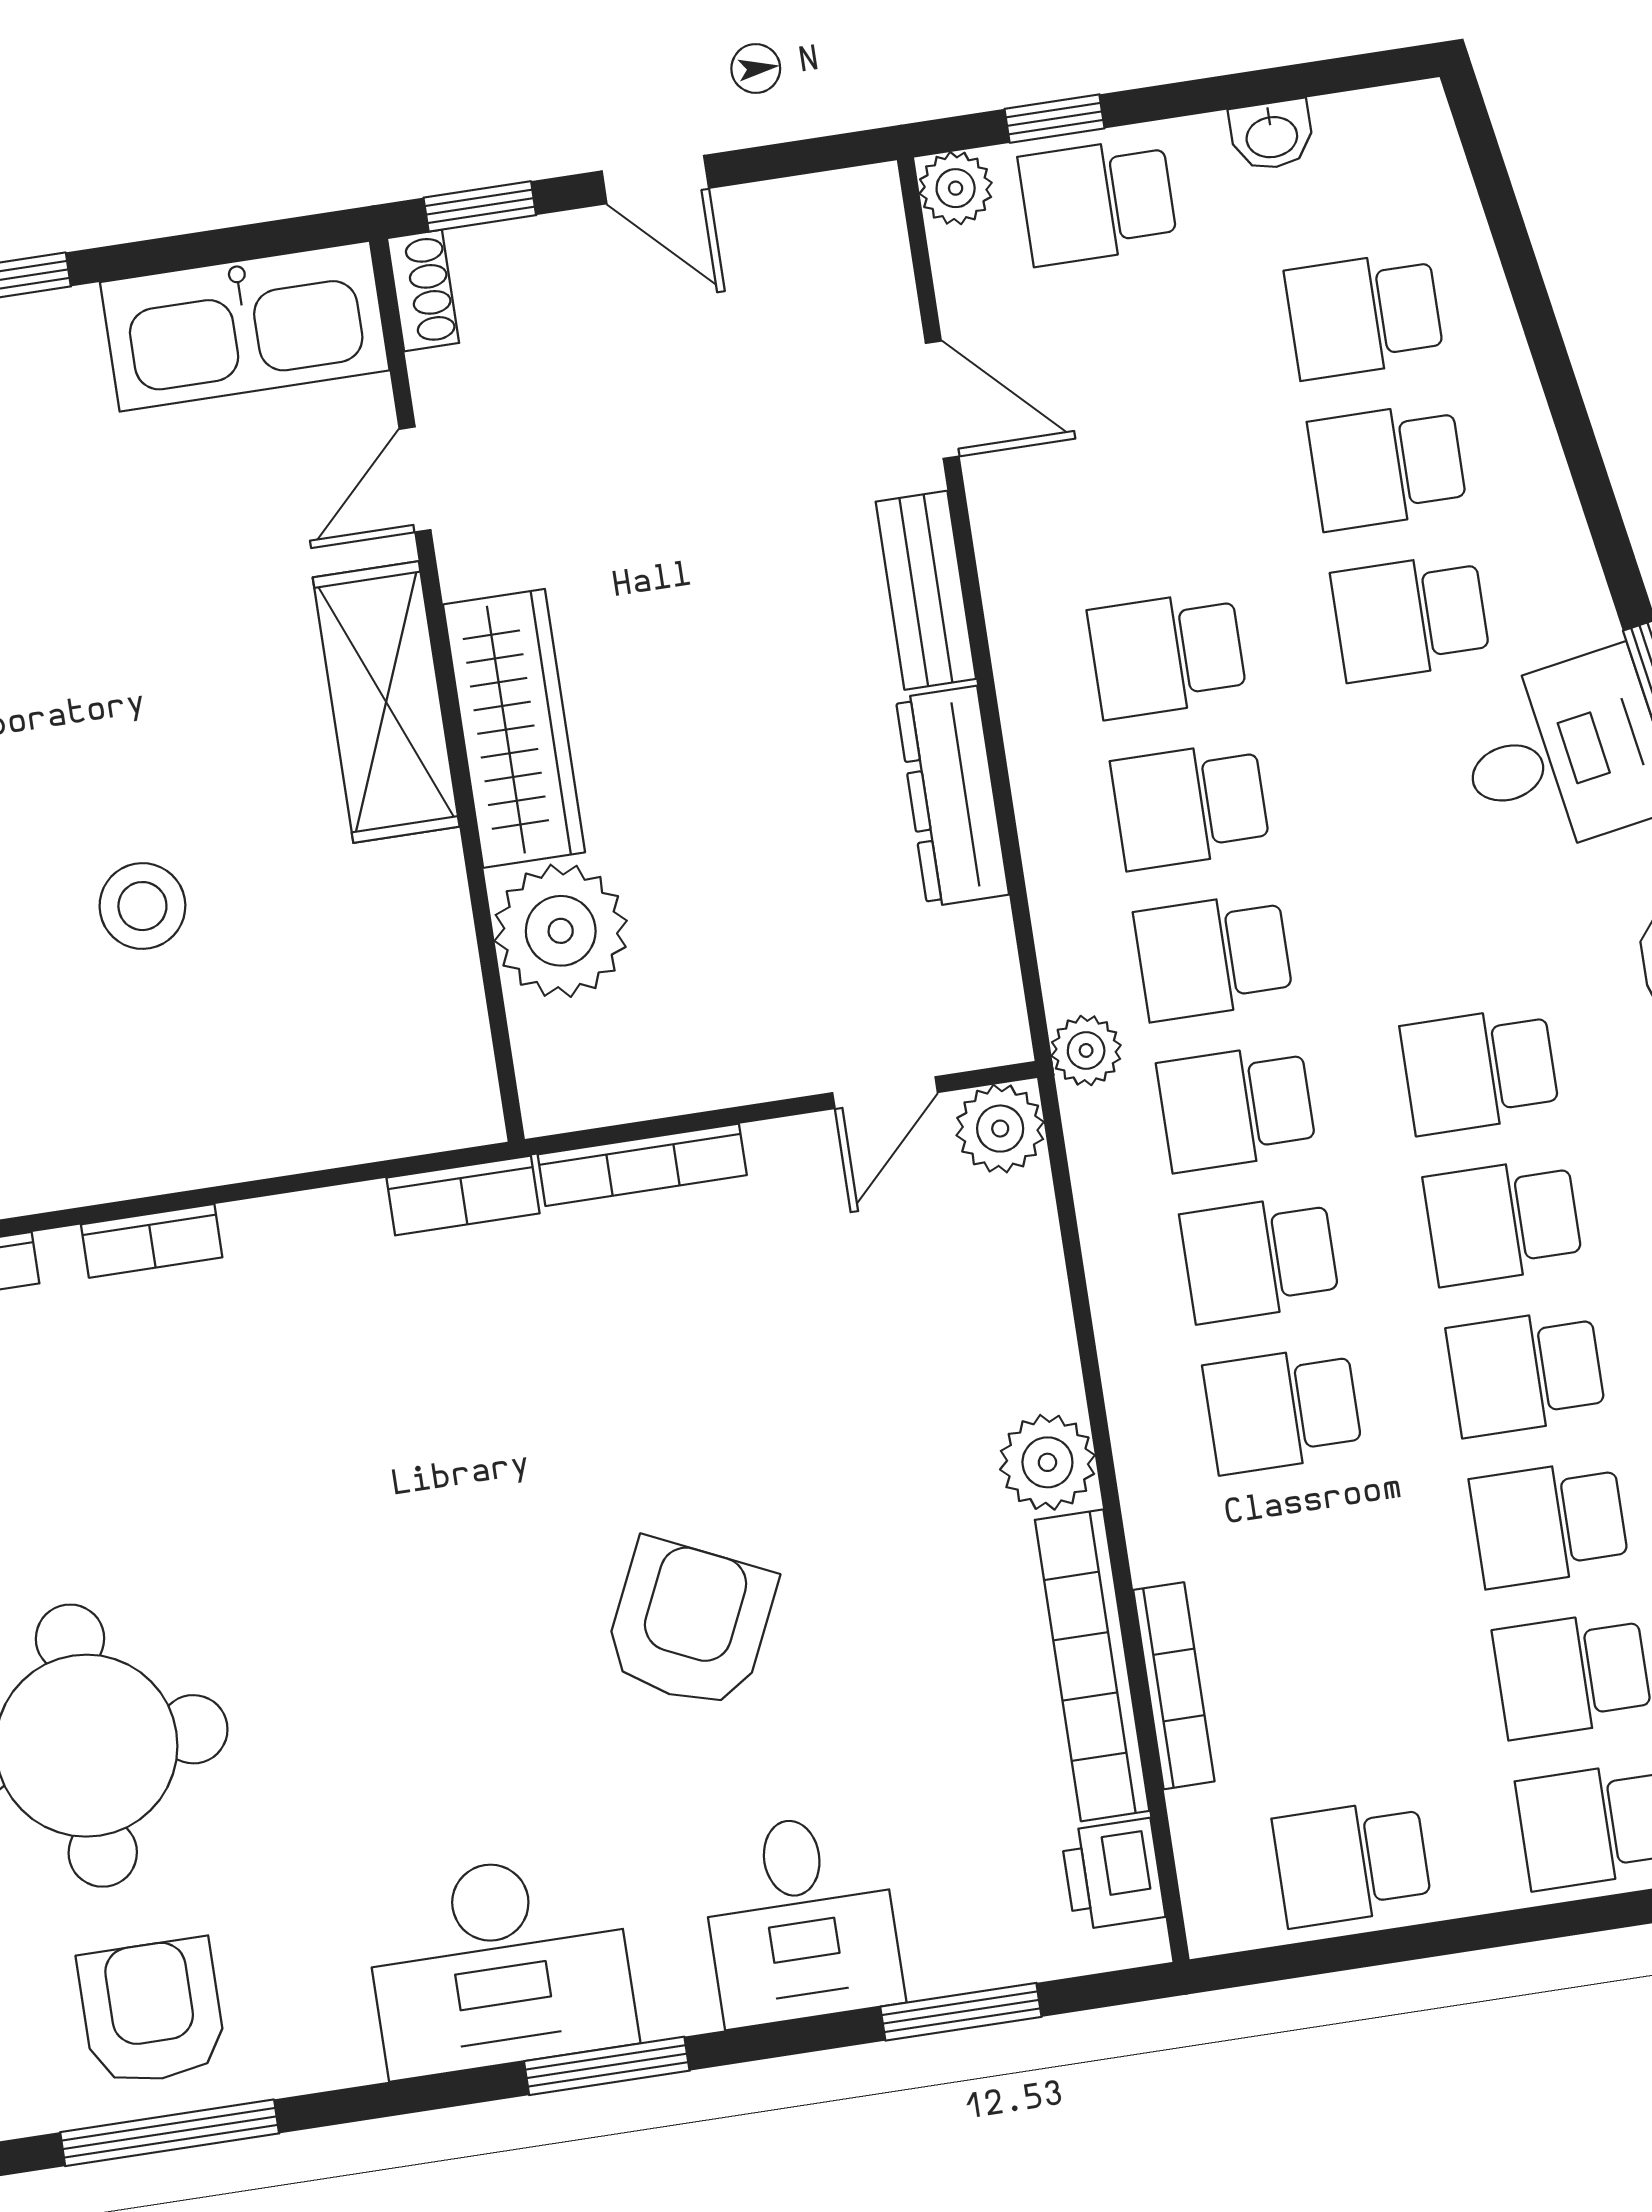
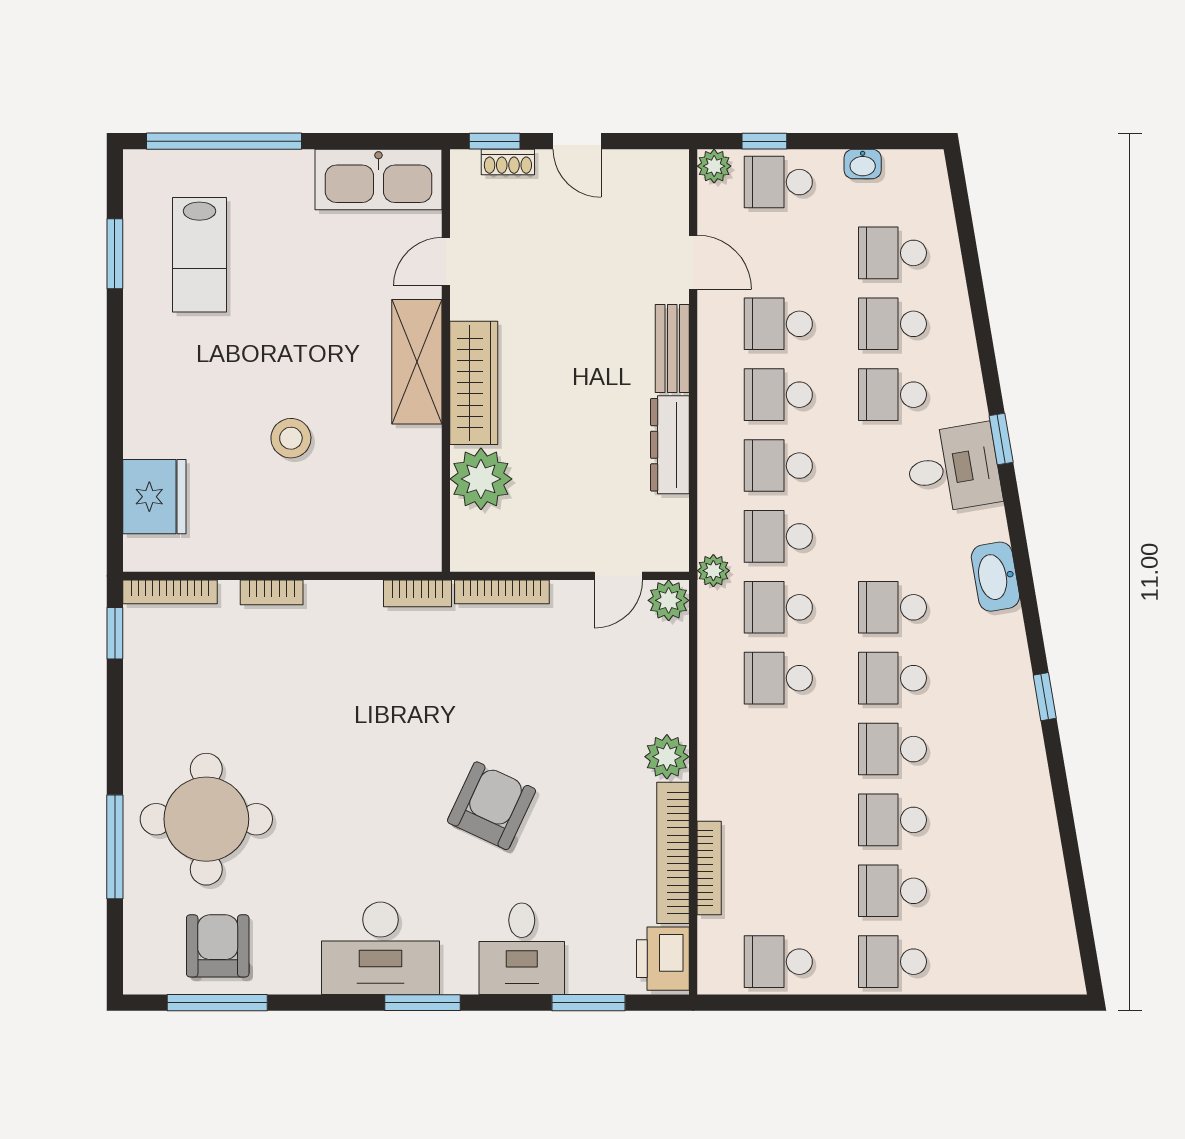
shoe rack: (423, 291) -> (508, 162), moved, turned 90
school desk: (1283, 1410) -> (778, 324), moved
printer: (1113, 1874) -> (663, 959), width x1.36, depth x1.24

